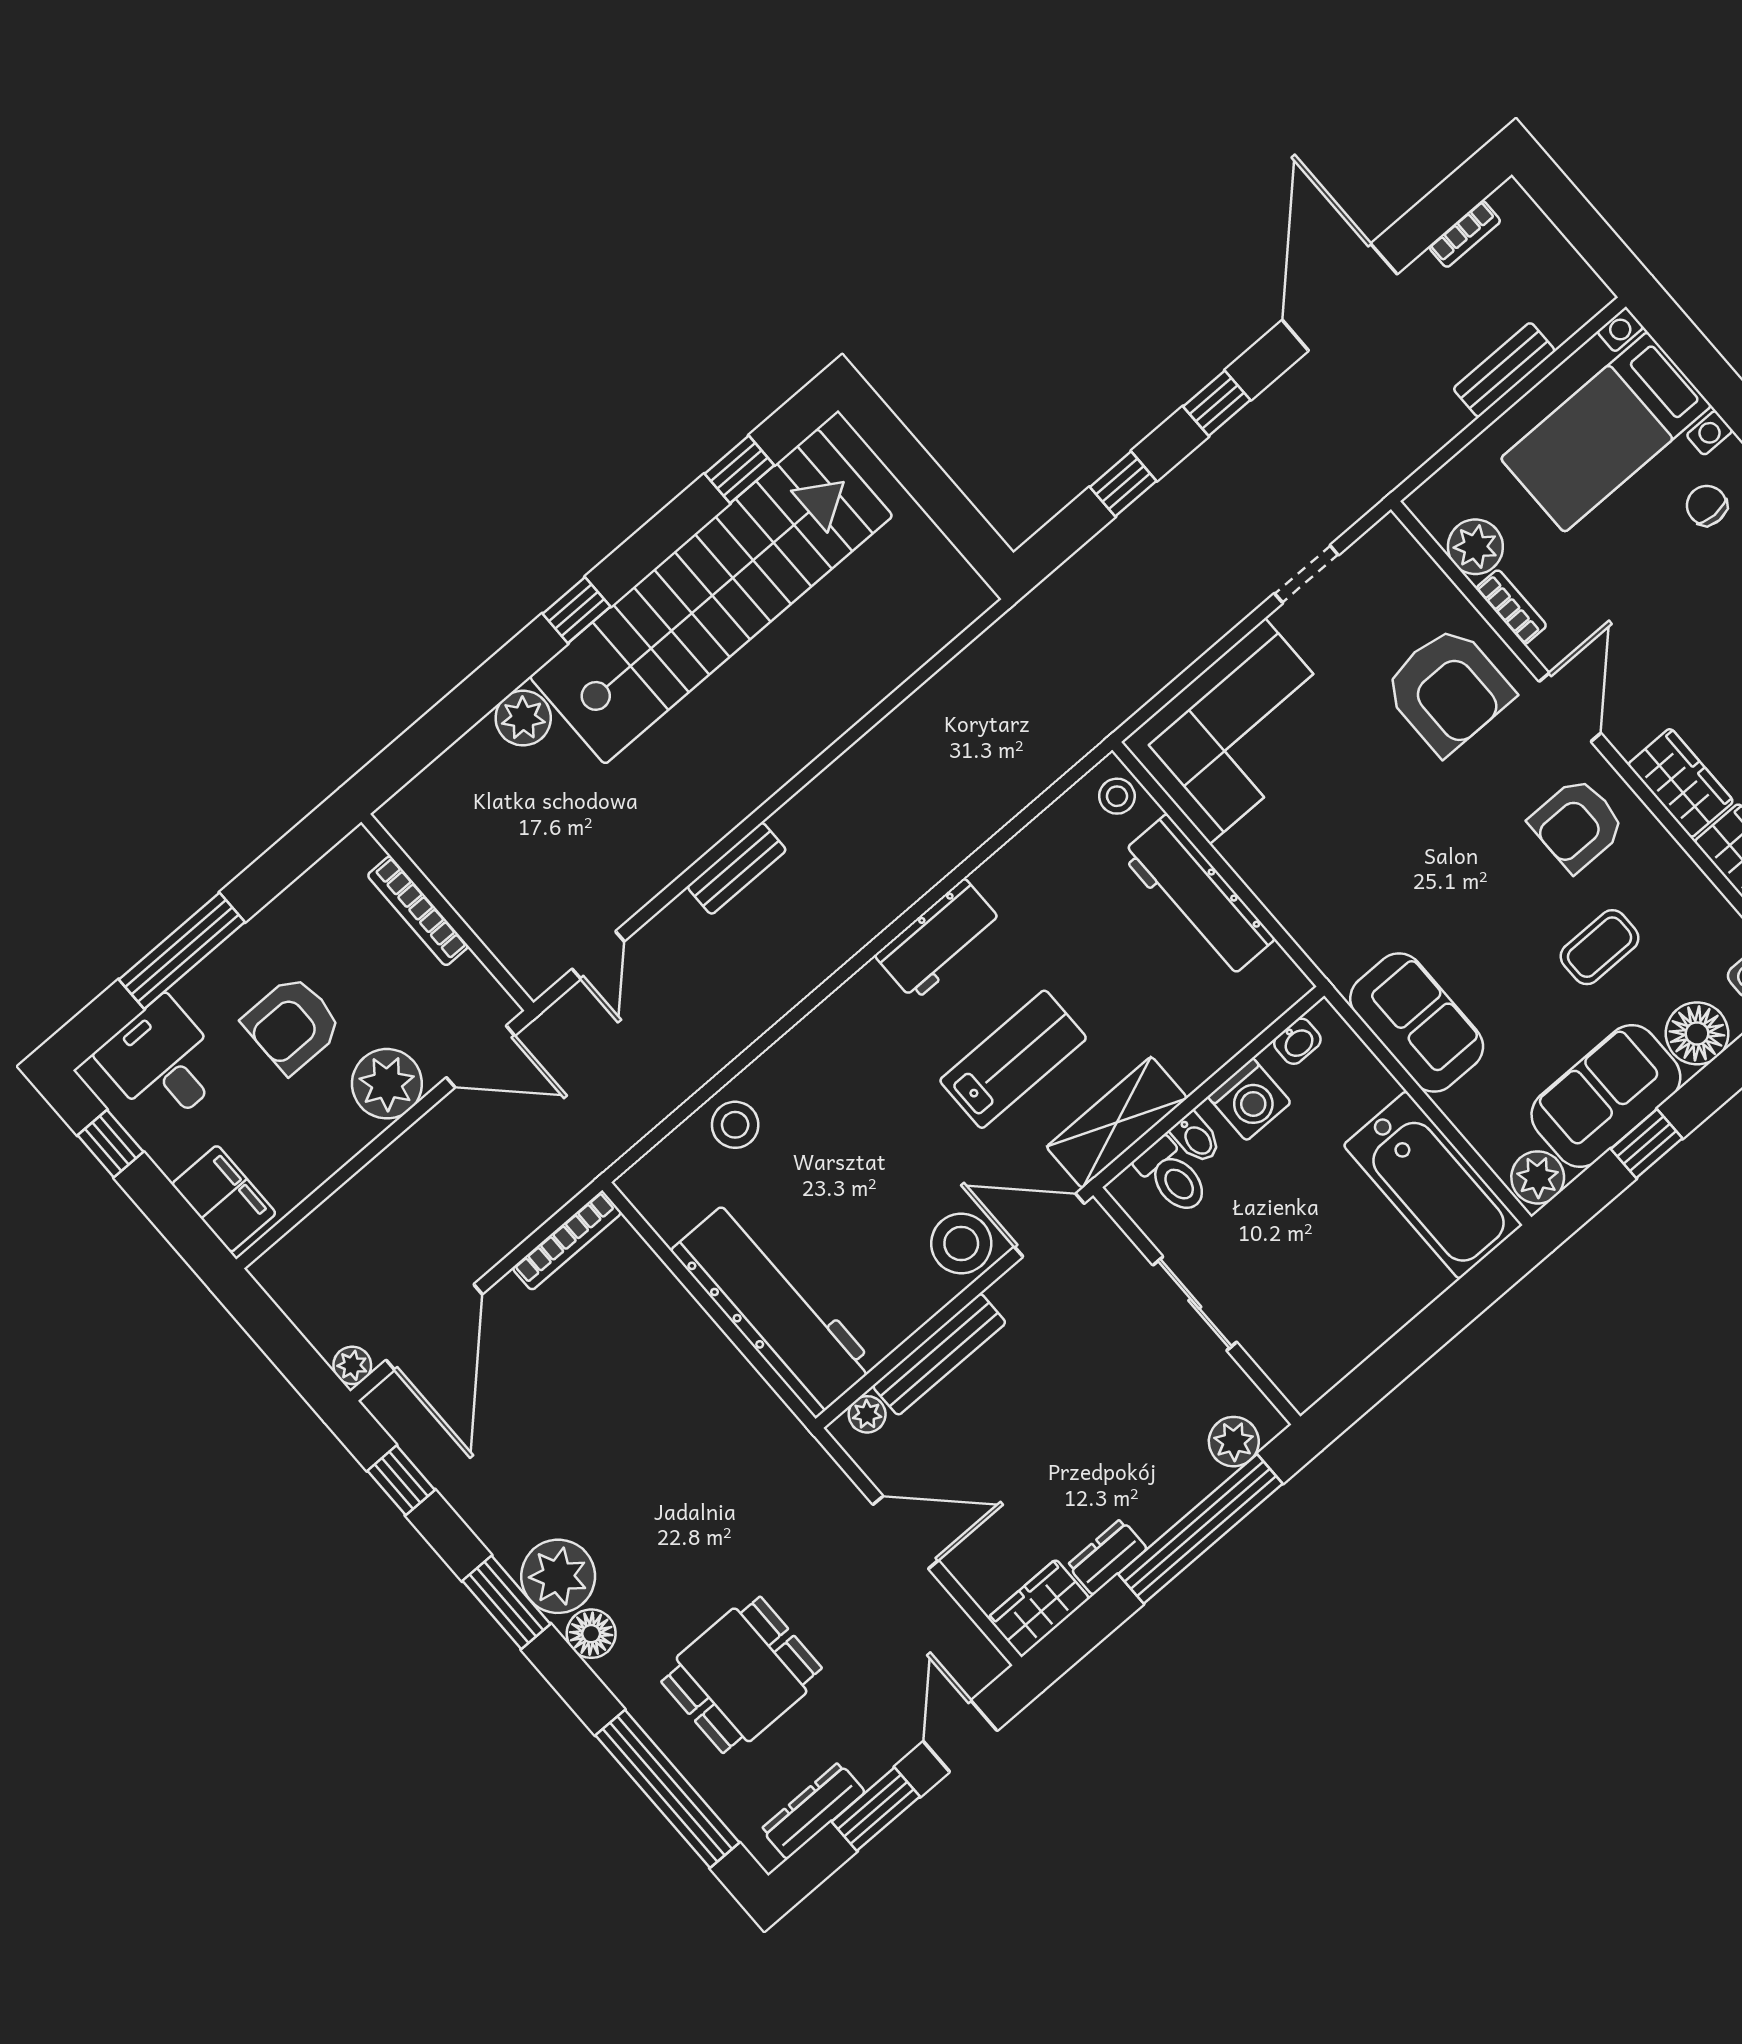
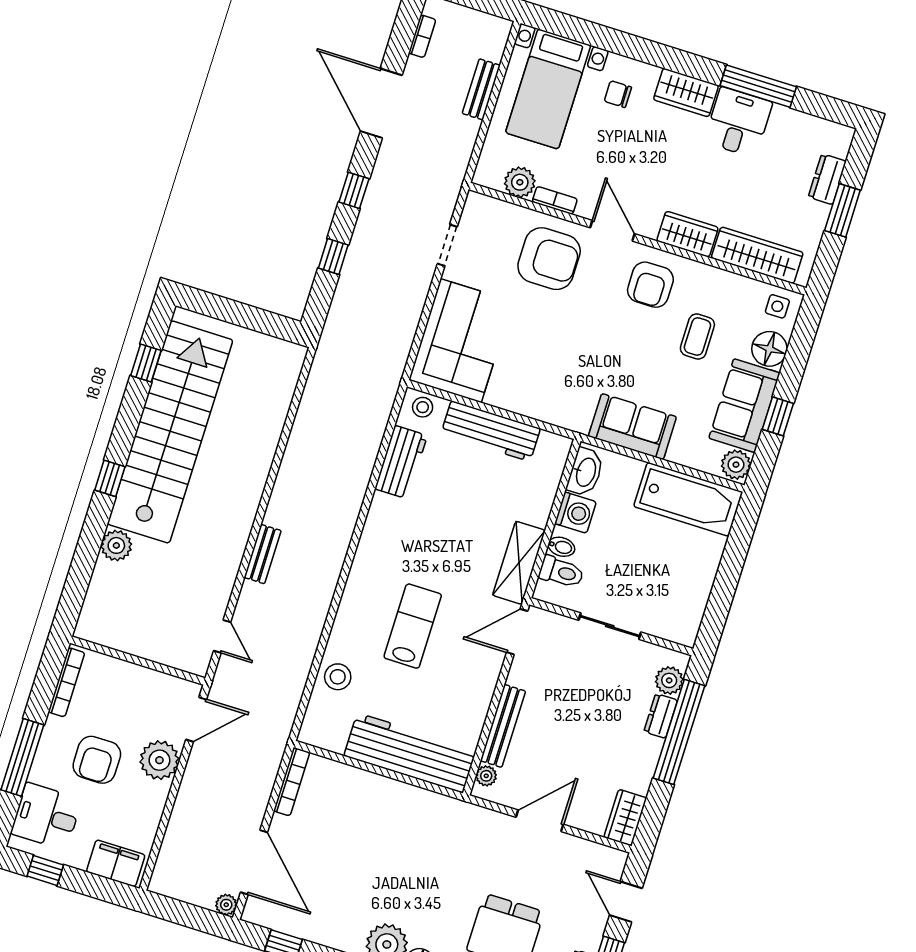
bookcase: (418, 911) -> (66, 682), moved, turned -90
workbench: (939, 940) -> (401, 462), moved
washbasin: (1297, 1041) -> (585, 472), width x1.91, depth x1.45
lab bench: (1013, 1059) -> (413, 626), moved
stool: (961, 1243) -> (481, 667), removed
dresser: (1107, 1557) -> (661, 716), moved

